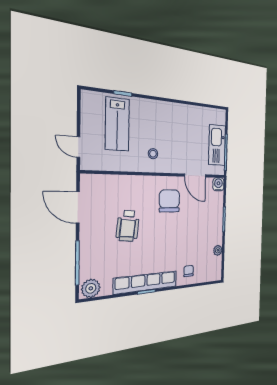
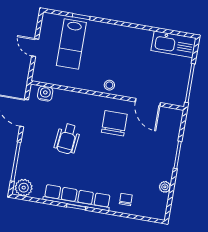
kitchen sink: (217, 145) -> (173, 44), moved, turned -90
door: (78, 147) -> (35, 48), moved
stool: (153, 154) -> (109, 85), moved
water cooler: (218, 184) -> (45, 94), moved

